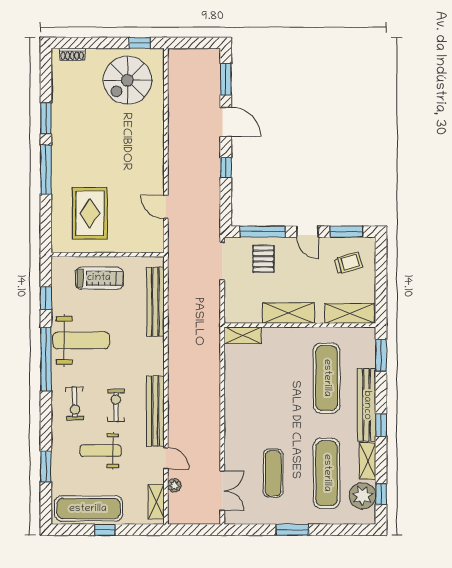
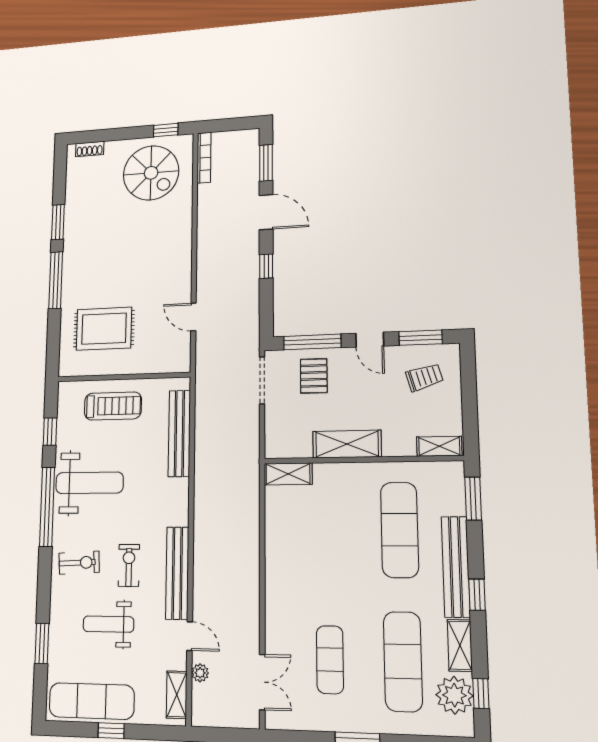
bookcase: (173, 70) -> (204, 158), added
spiral stairs: (127, 80) -> (151, 173), turned -90
rug: (90, 213) -> (104, 329), turned 90
shelving: (349, 313) -> (439, 446), width x0.67, depth x0.75
exercise bike: (75, 404) -> (79, 563), turned -91

